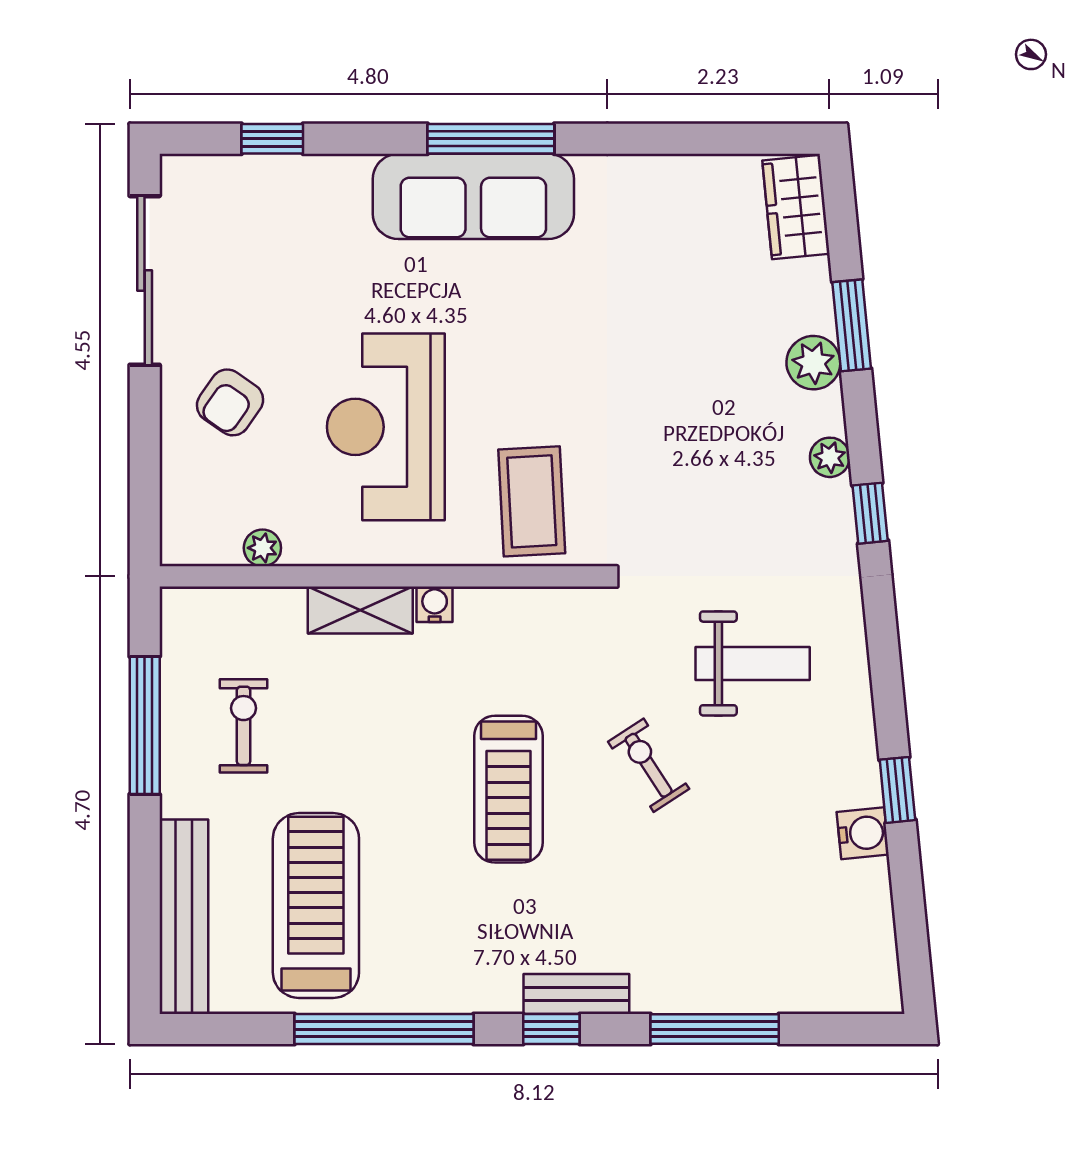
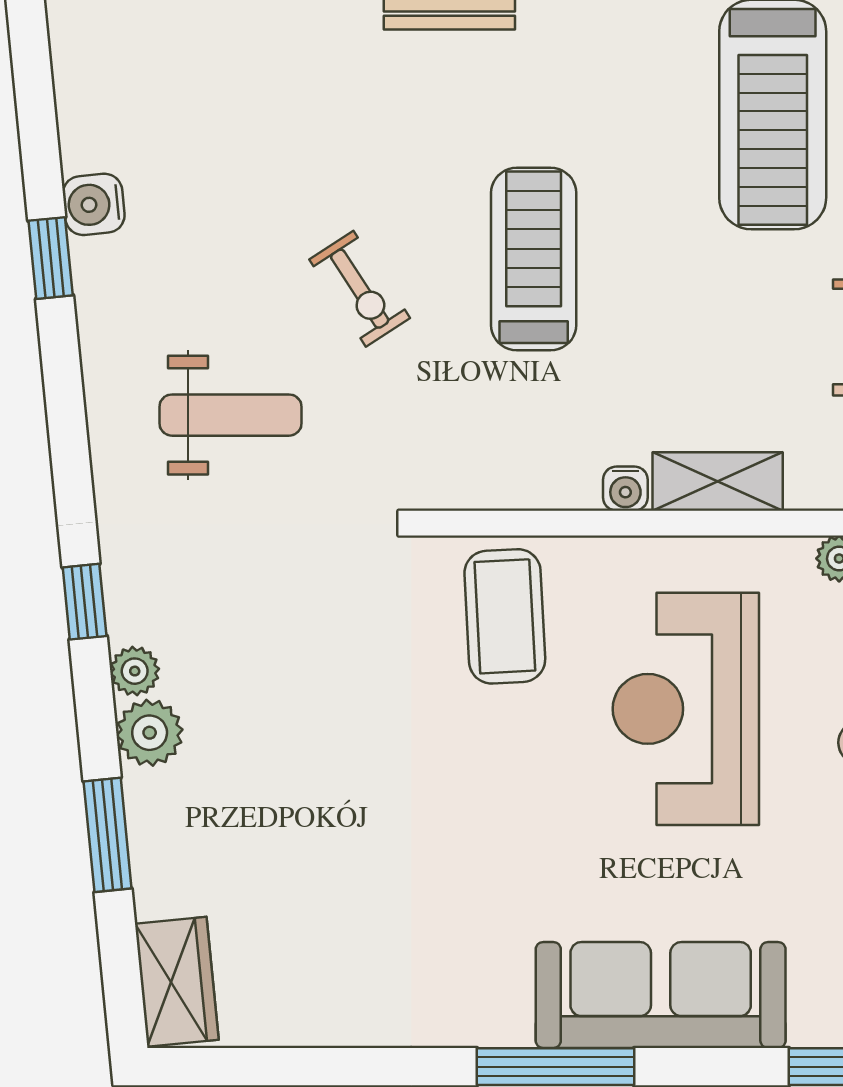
sofa: (473, 196) -> (661, 995), moved
plant: (813, 363) -> (150, 733), moved
reception desk: (386, 427) -> (686, 709), turned 180
weight bench: (753, 663) -> (230, 415), turned 180

